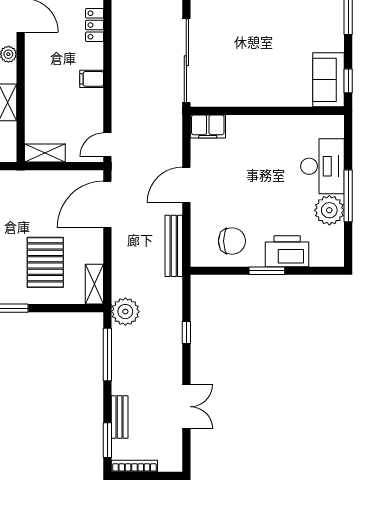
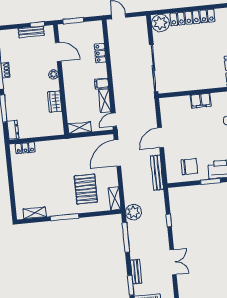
shelving: (94, 110) -> (105, 101), added
filing cabinet: (208, 127) -> (201, 101), moved

